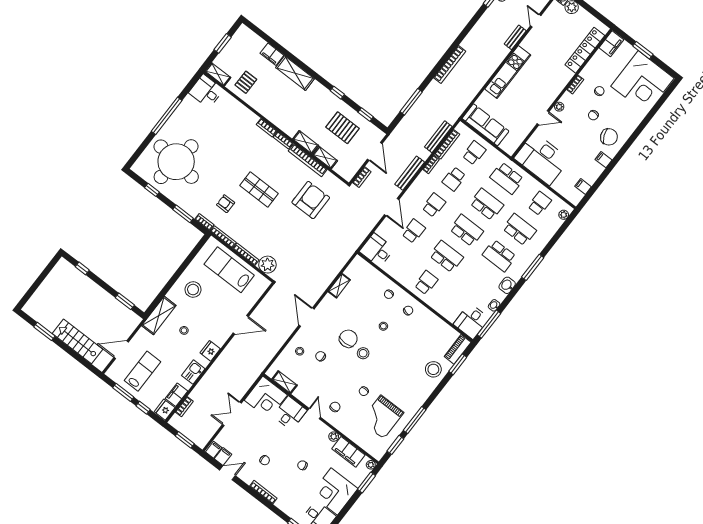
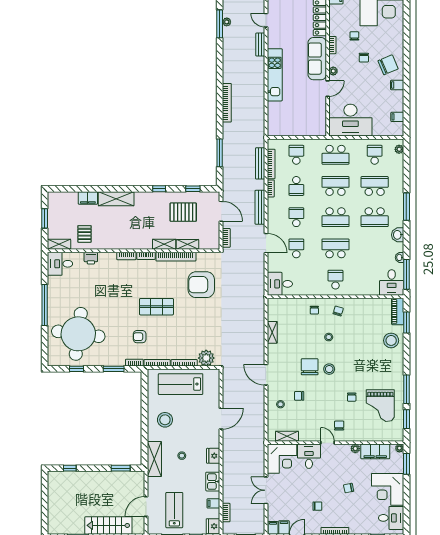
printer: (236, 107) -> (91, 258), added
sofa: (485, 125) -> (317, 59), moved, turned -90
armchair: (311, 200) -> (201, 285), turned -90
school desk: (467, 230) -> (335, 217), turned 180
filing cabinet: (176, 395) -> (213, 503), width x0.50

